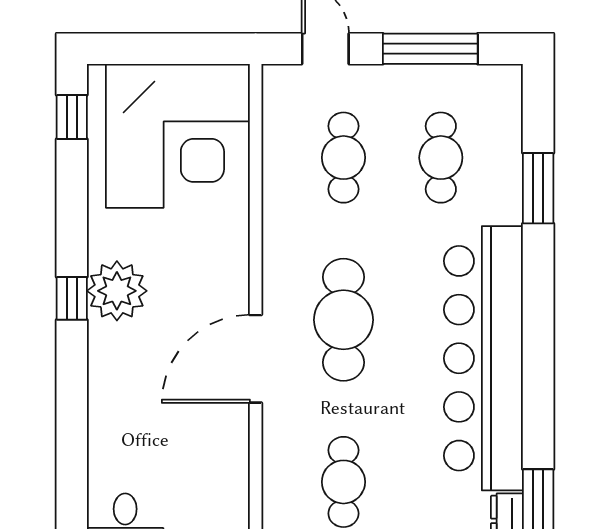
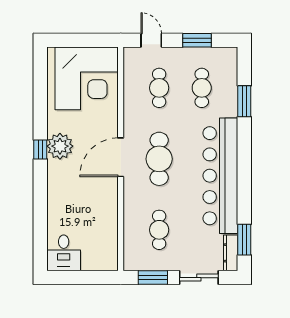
window: (430, 49) -> (197, 40), width x0.69
window: (72, 117) -> (40, 70), removed
door: (256, 359) -> (121, 157), moved

